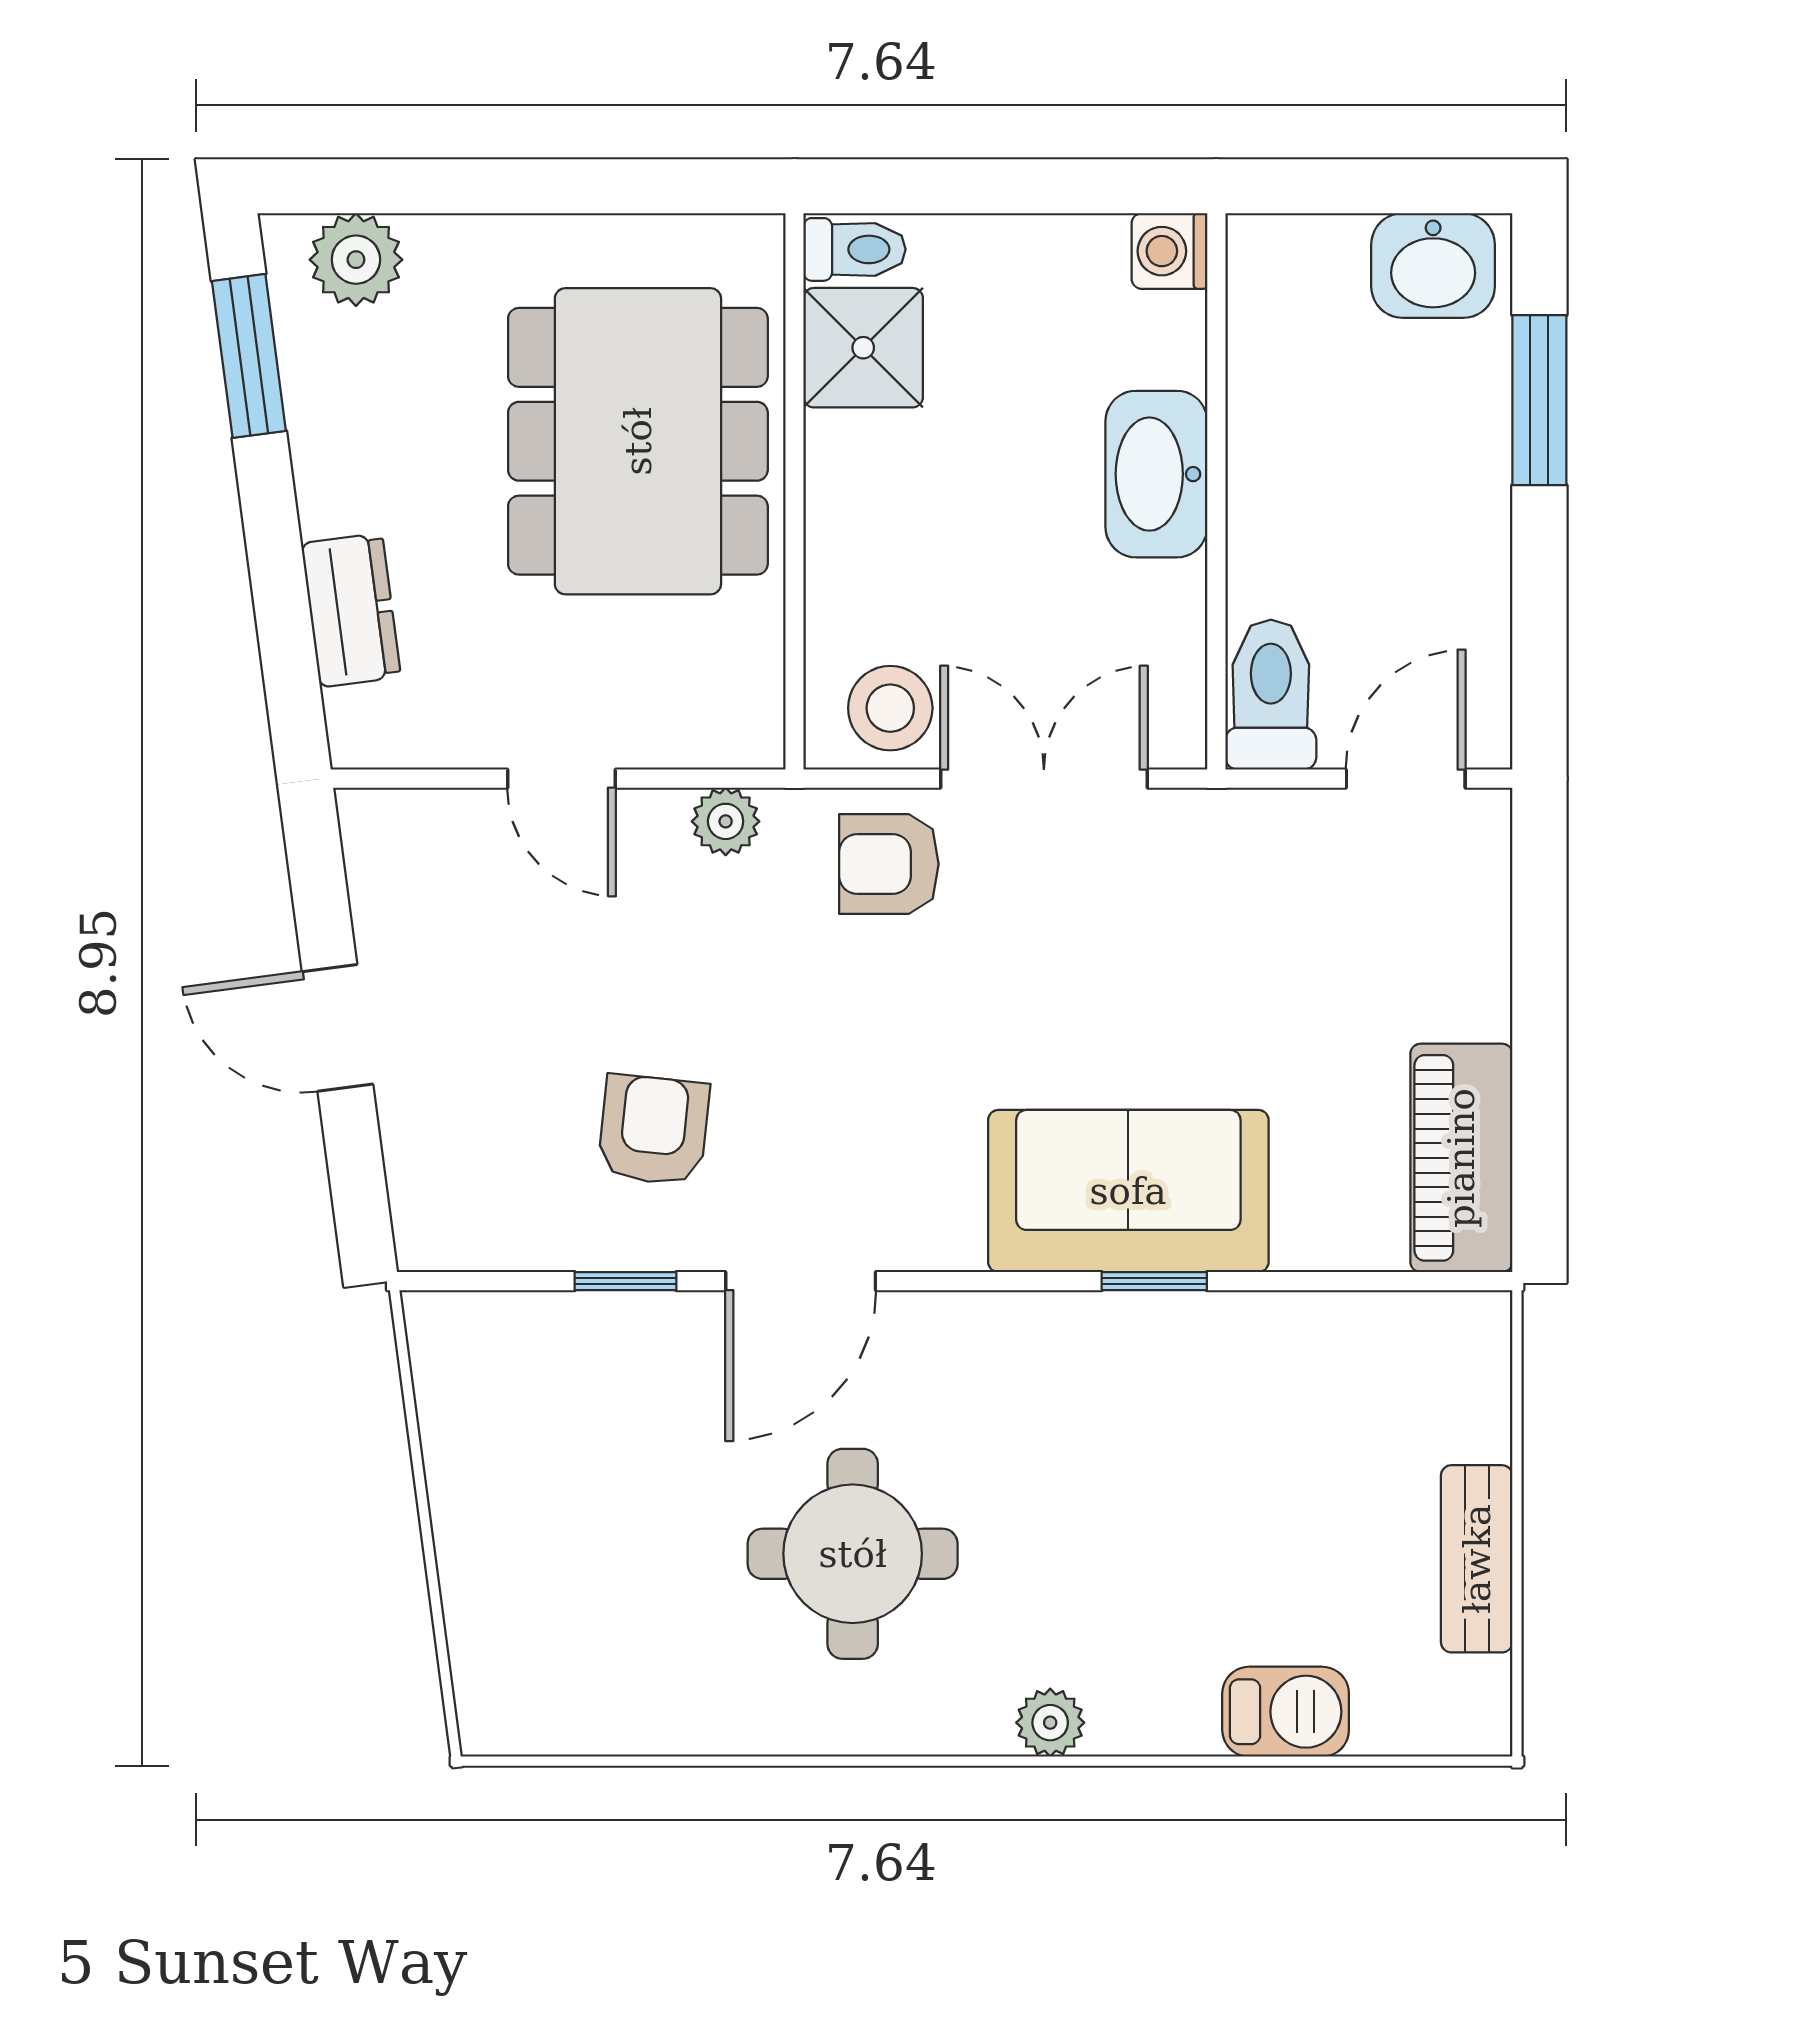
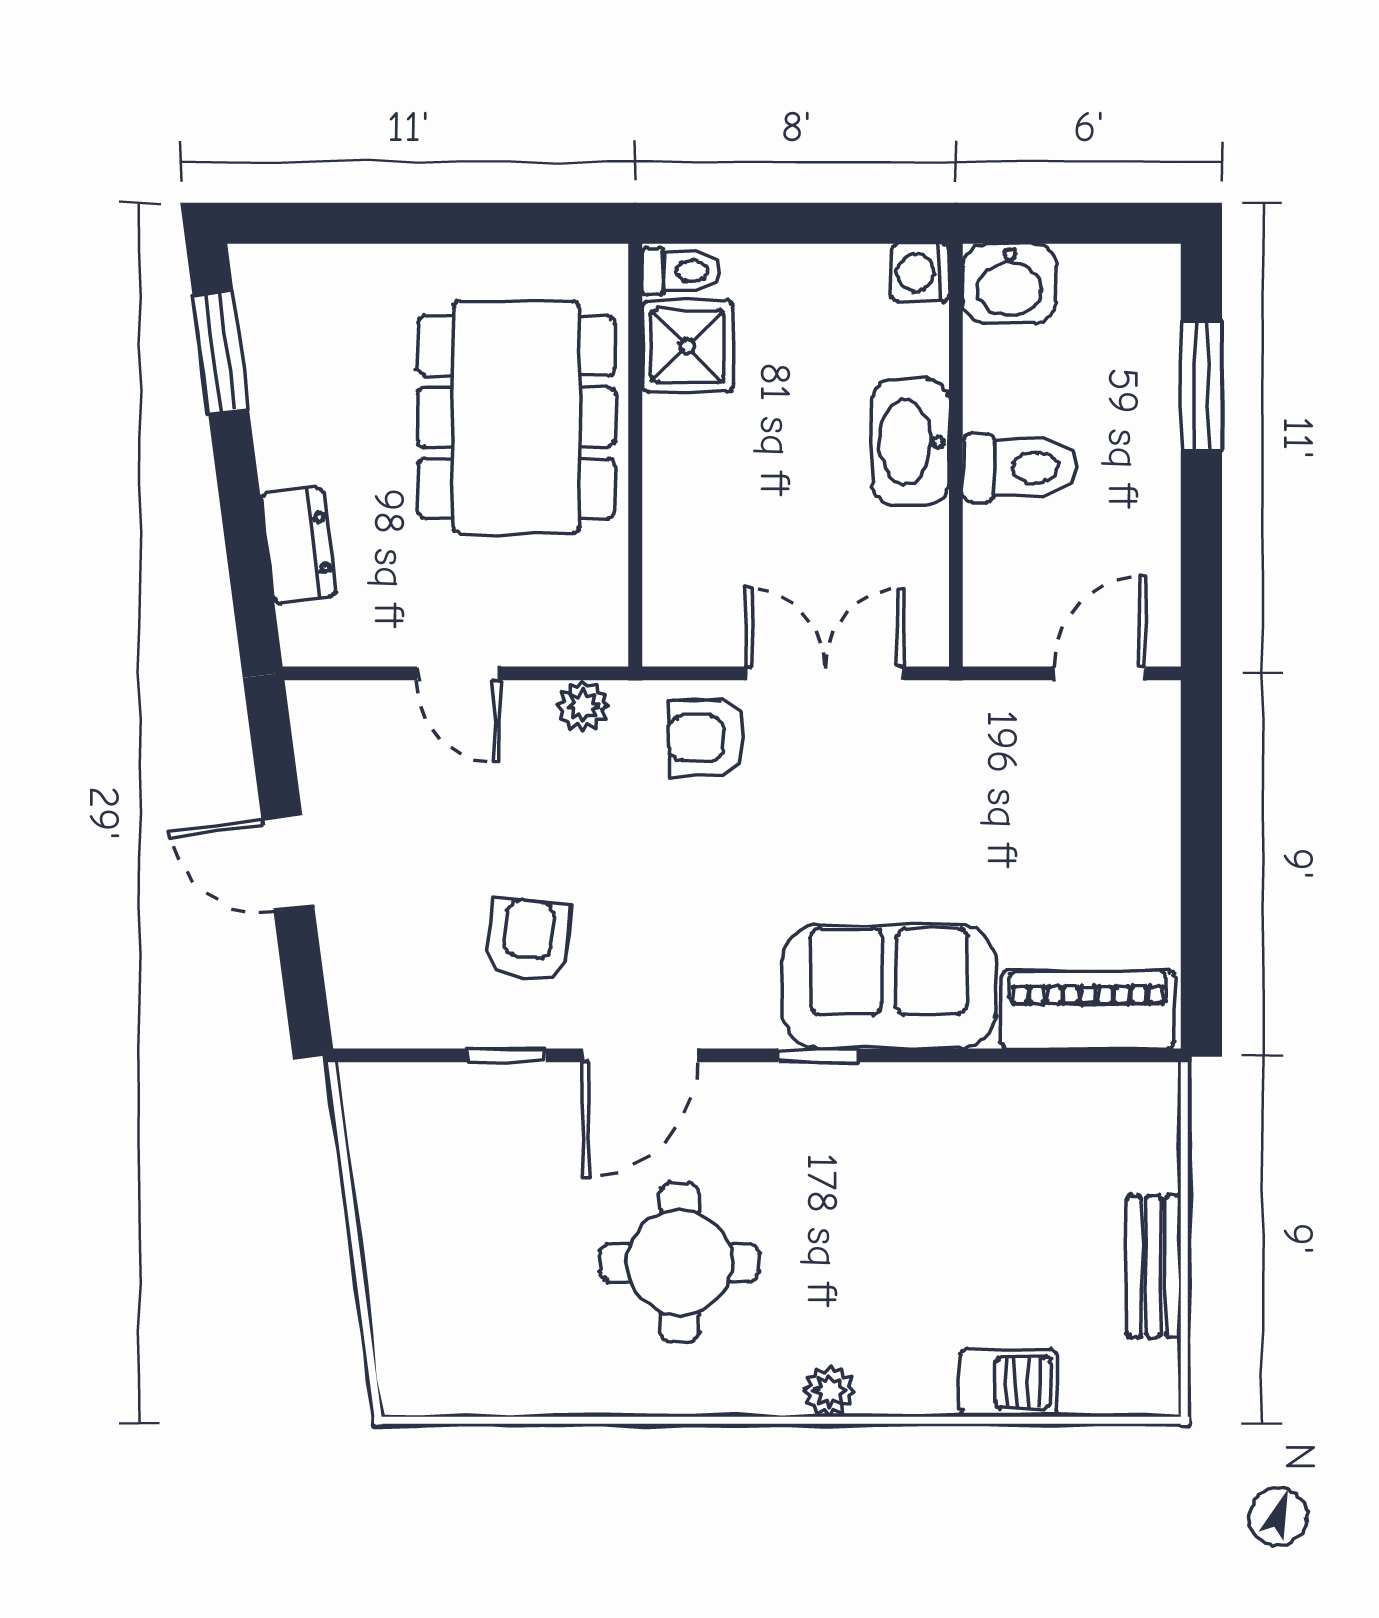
plant: (356, 260) -> (302, 279), removed
washbasin: (1433, 265) -> (1010, 283), moved
toilet: (1271, 695) -> (1020, 467), moved, turned 90
stool: (890, 708) -> (708, 620), removed
piano: (1461, 1158) -> (1088, 1010), moved, turned 90
window: (1154, 1281) -> (818, 1055), moved

